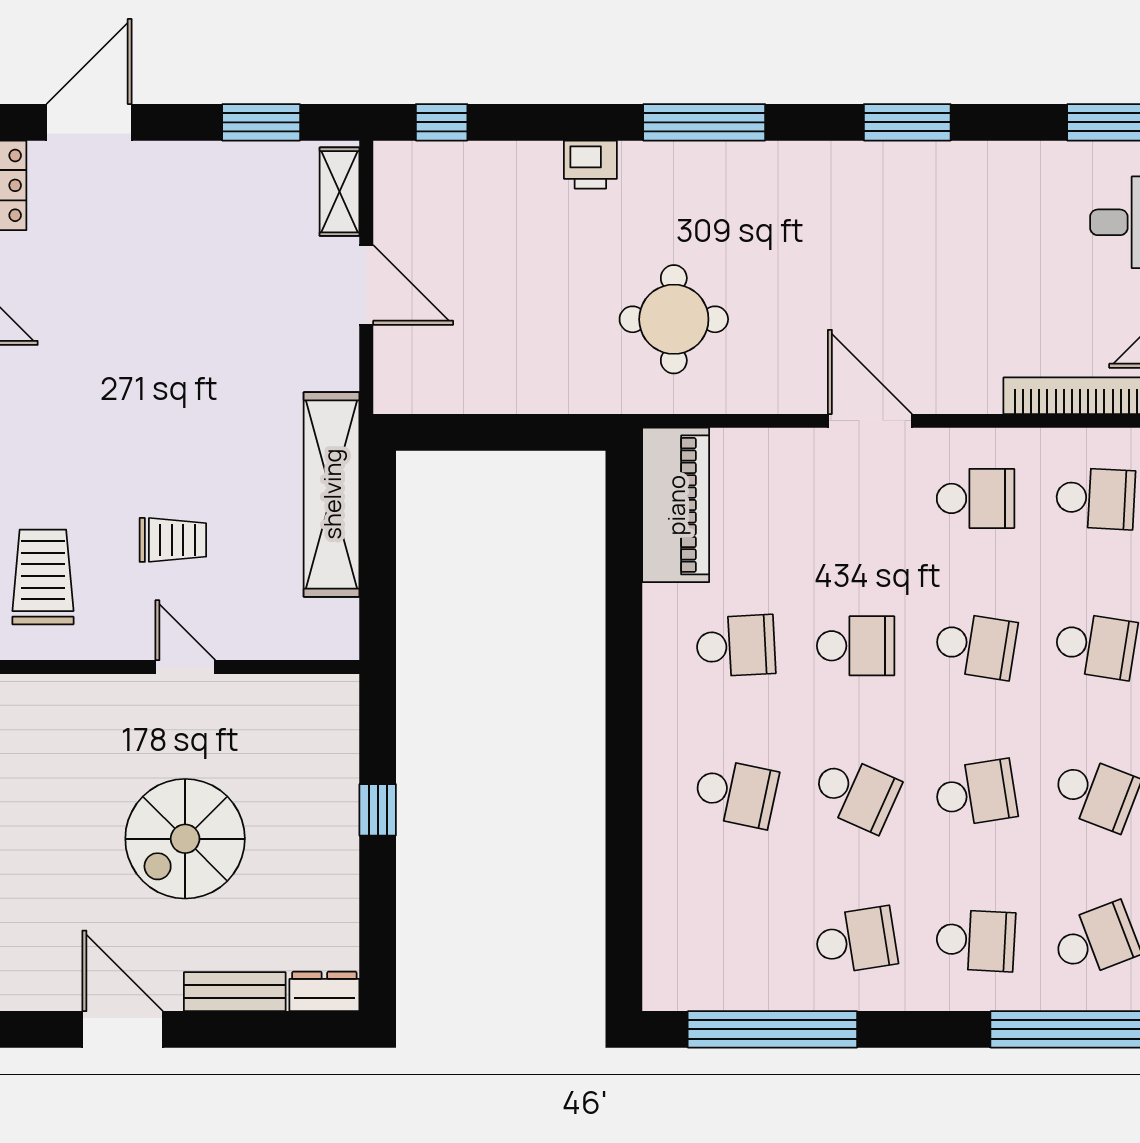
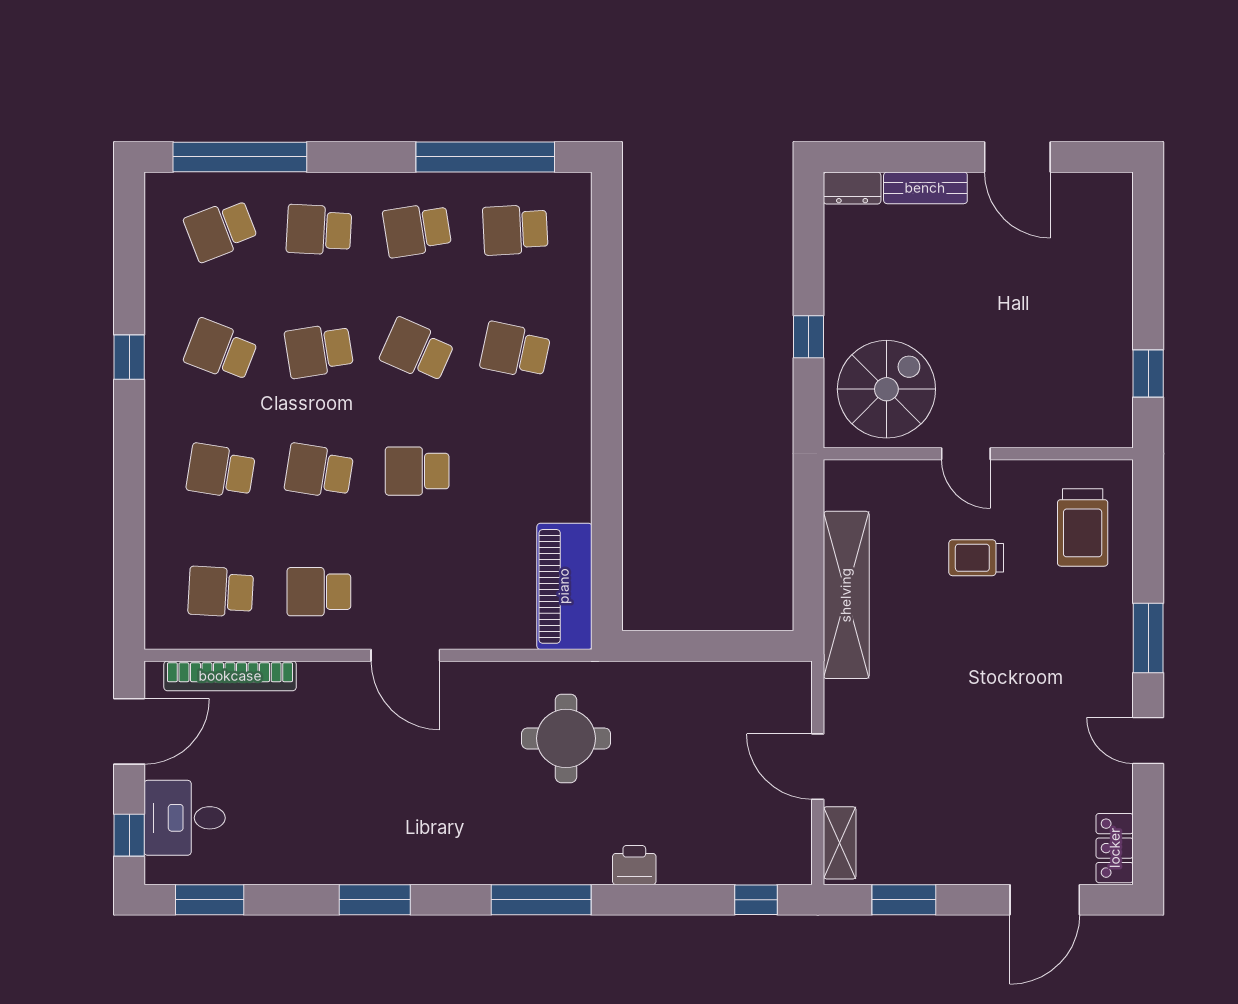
school desk: (736, 646) -> (515, 230), moved
spiral stairs: (185, 839) -> (886, 389), moved

